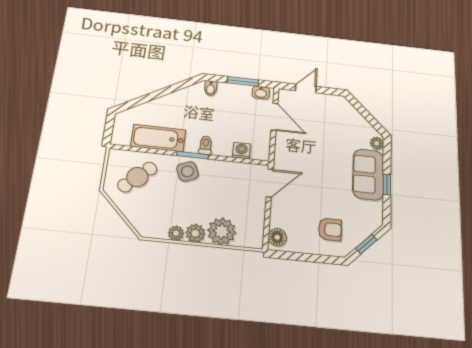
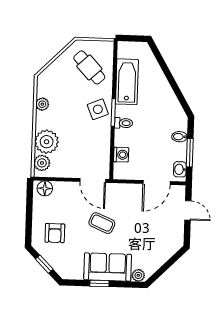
bidet: (211, 88) -> (180, 137), moved
coffee table: (319, 177) -> (102, 223), added
plant: (195, 233) -> (42, 163), moved

